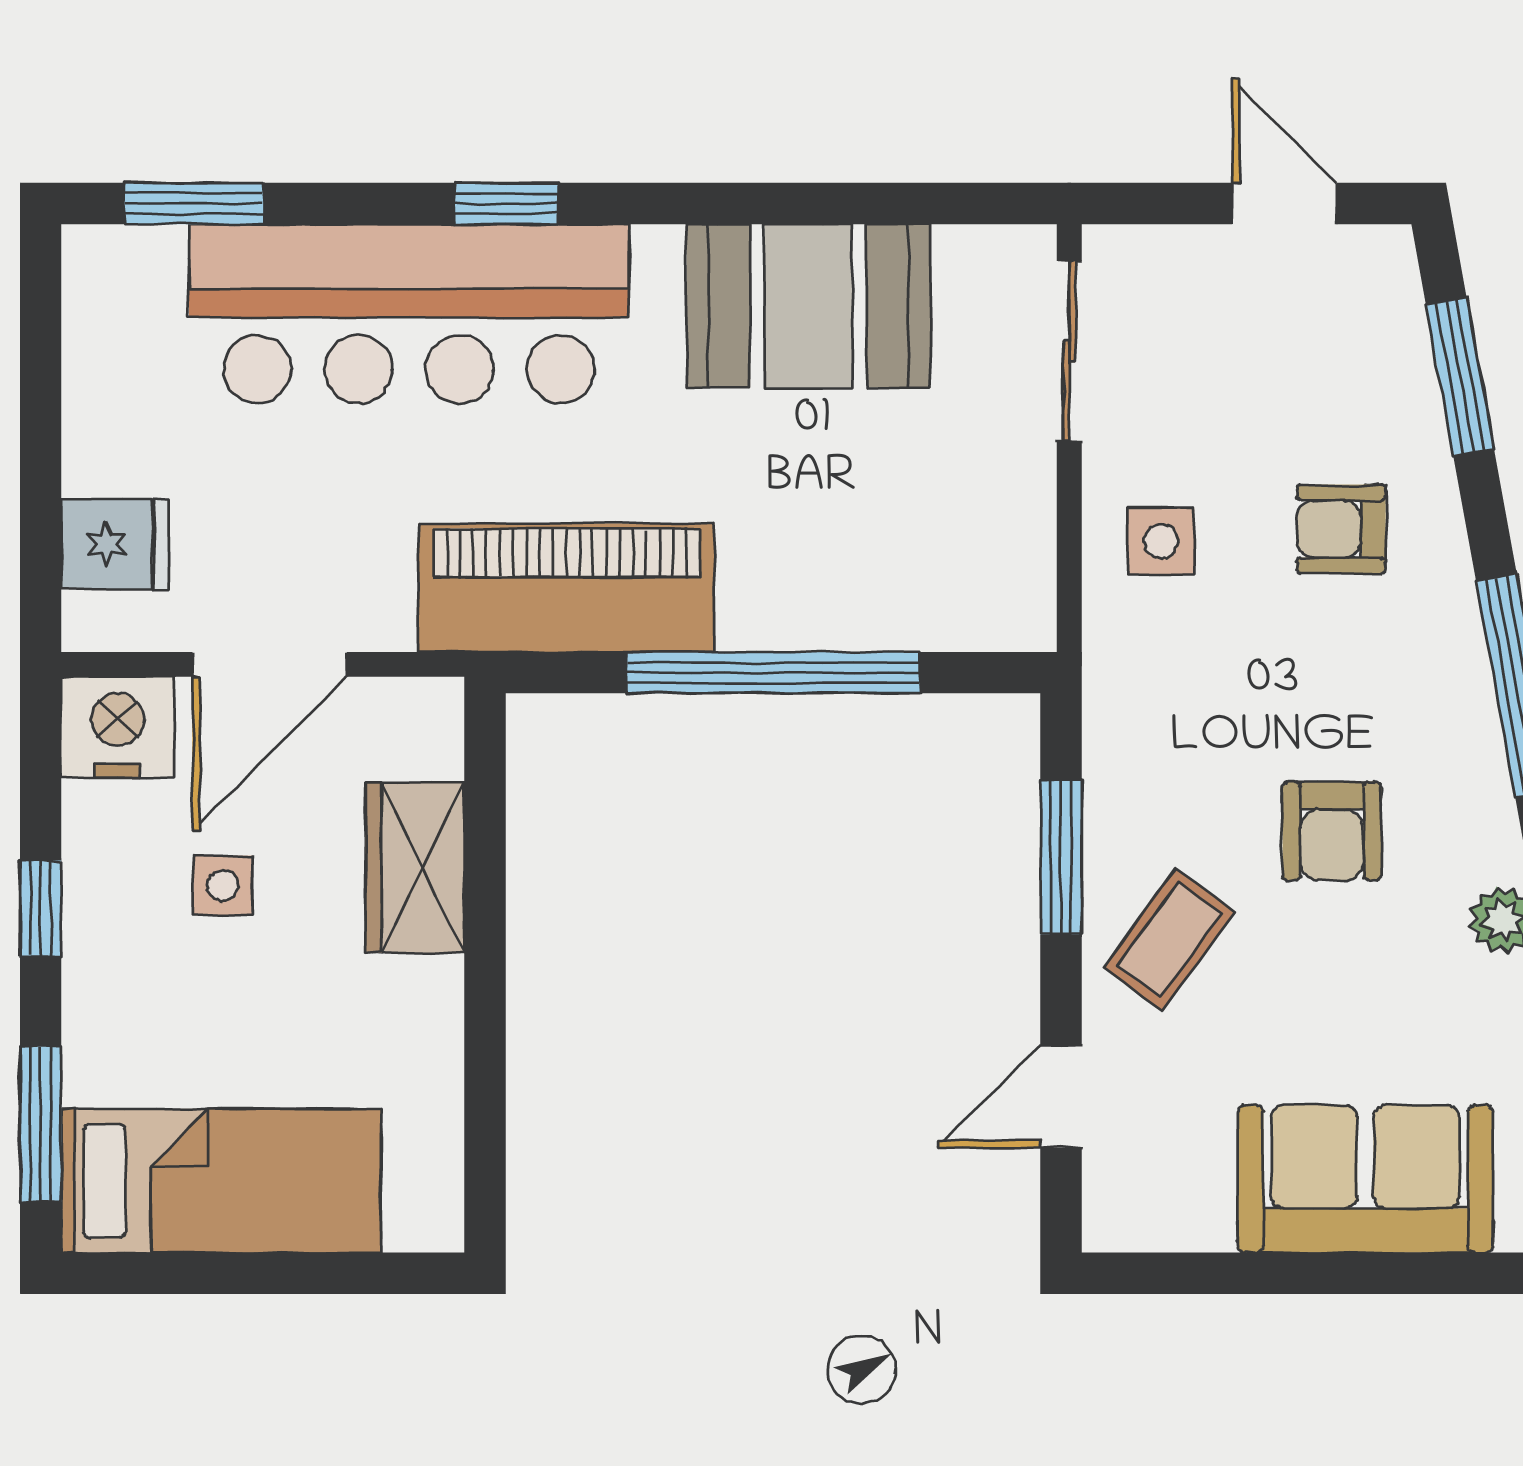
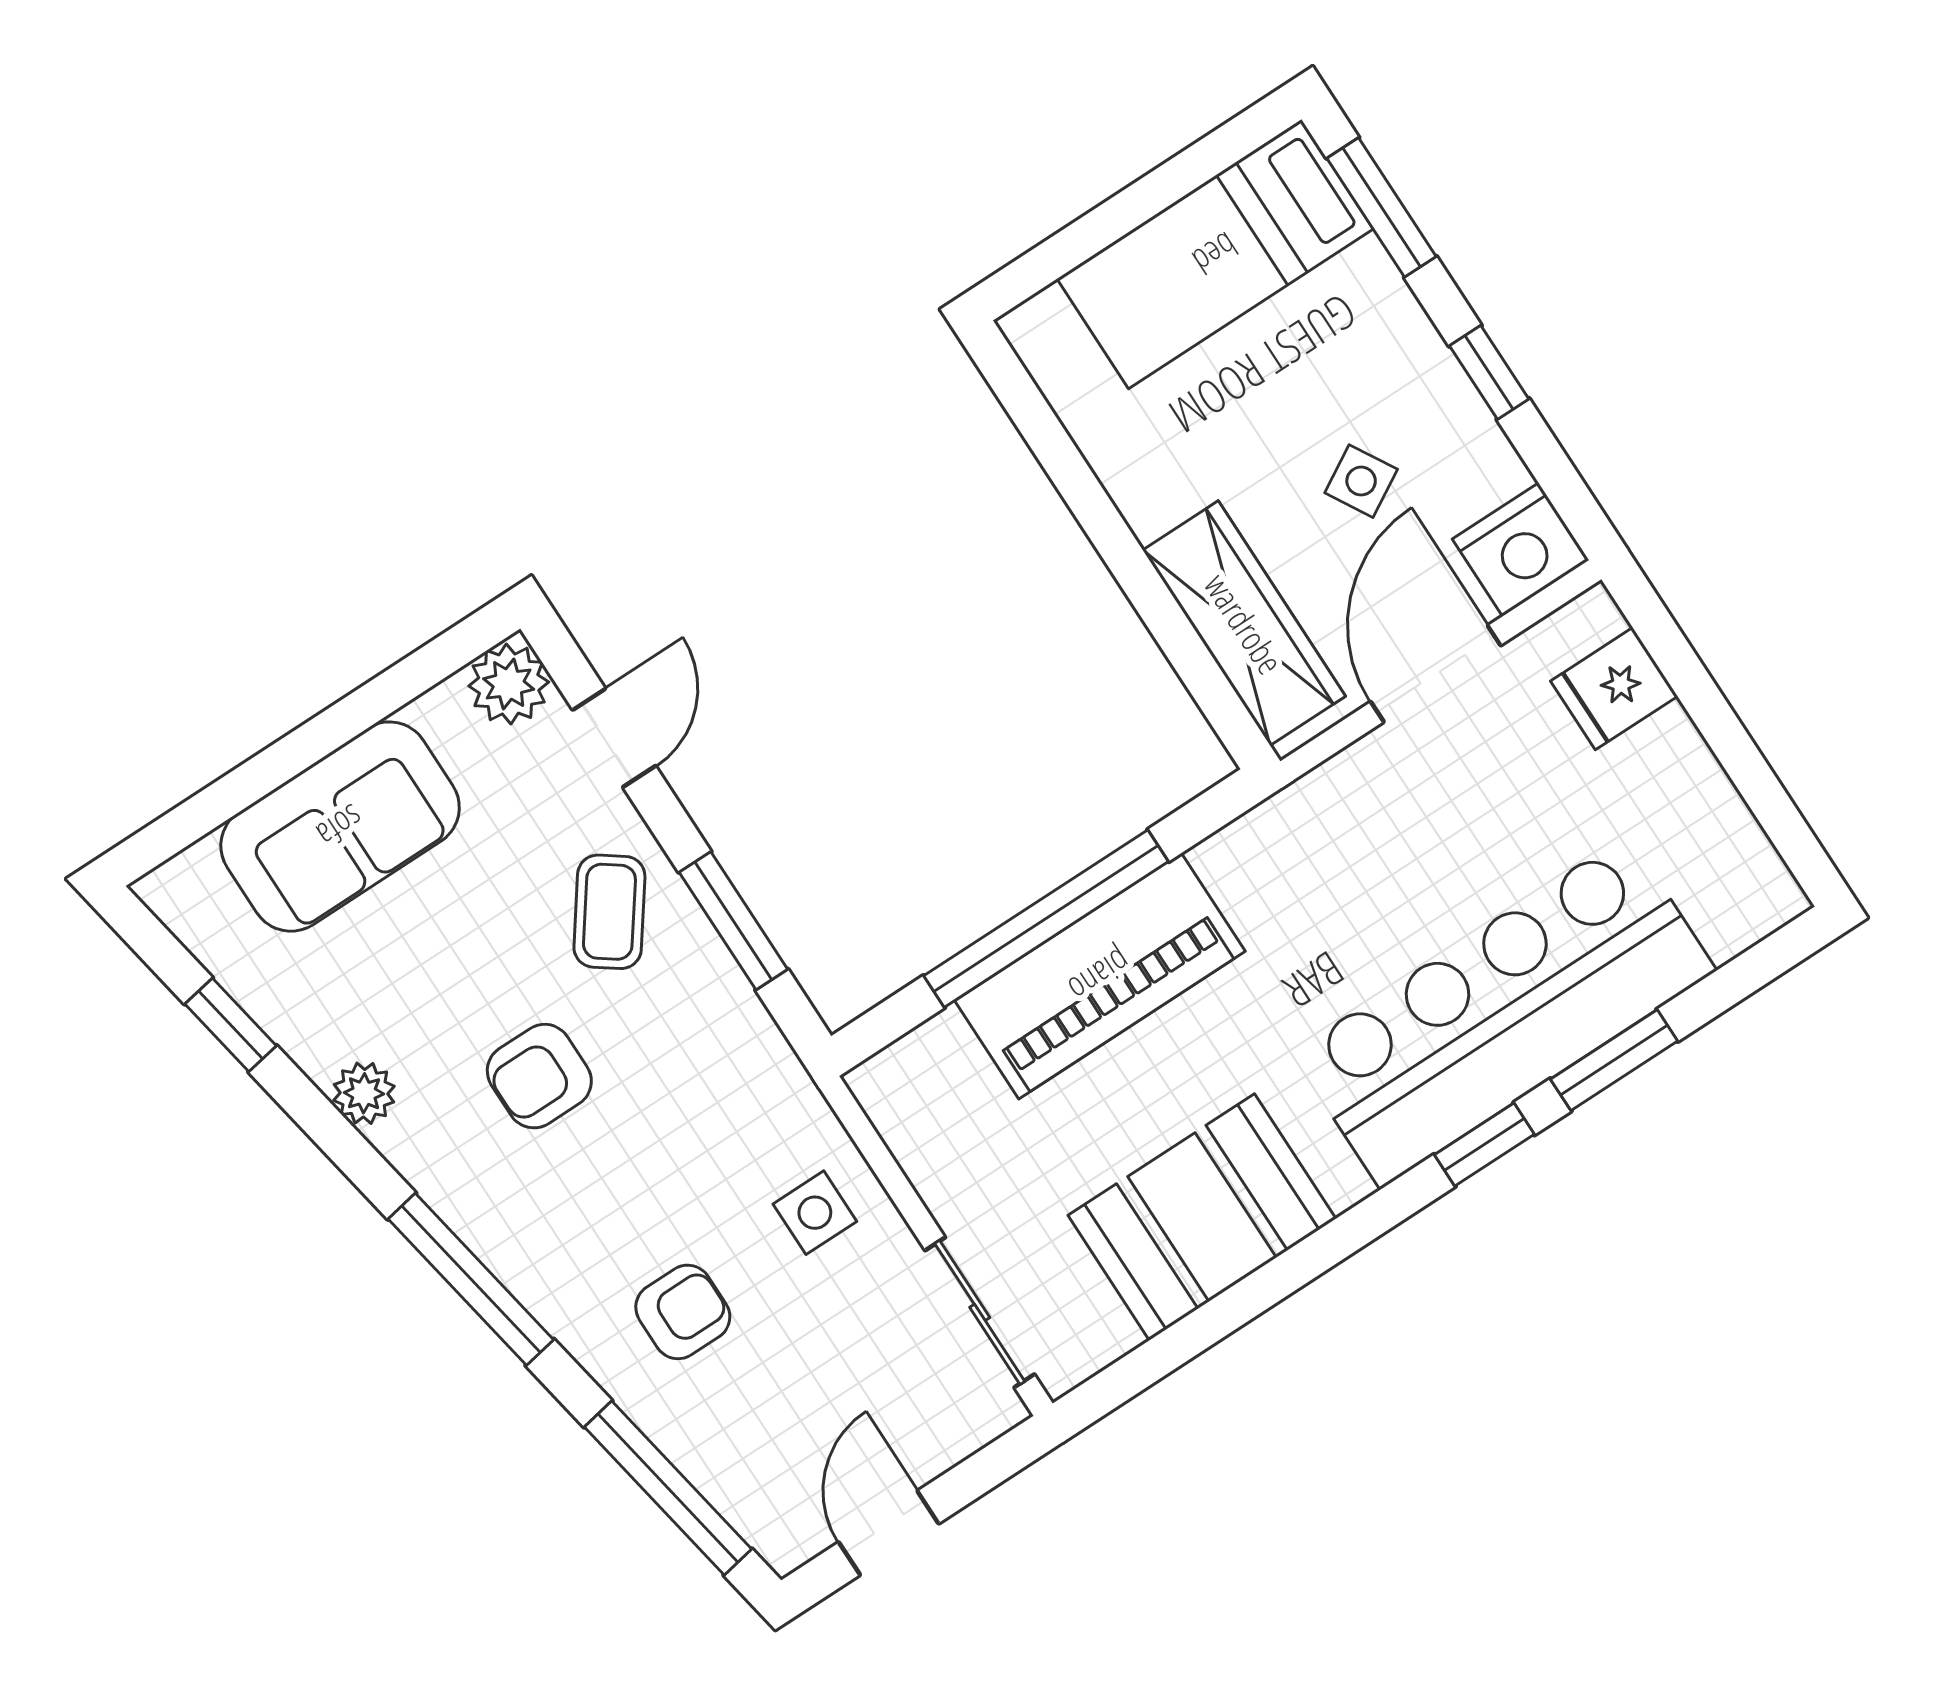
window: (194, 204) -> (1614, 1060), moved
door: (1284, 204) -> (889, 1533), swing flipped
window: (1460, 377) -> (668, 1488), width x1.44
piano: (566, 588) -> (1100, 976), moved
armchair: (1332, 831) -> (539, 1076), turned -90
wardrobe: (415, 868) -> (1244, 623), width x1.50
side table: (223, 885) -> (1361, 481), turned -30
plant: (1126, 1209) -> (509, 684), added

